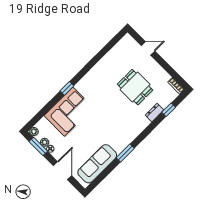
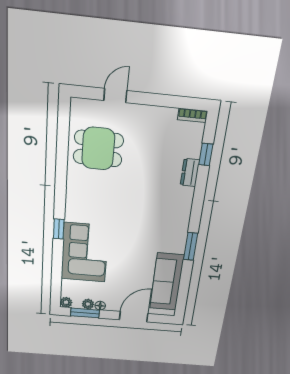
dining table: (135, 87) -> (98, 149), moved
door: (62, 171) -> (134, 317), hinge flipped

